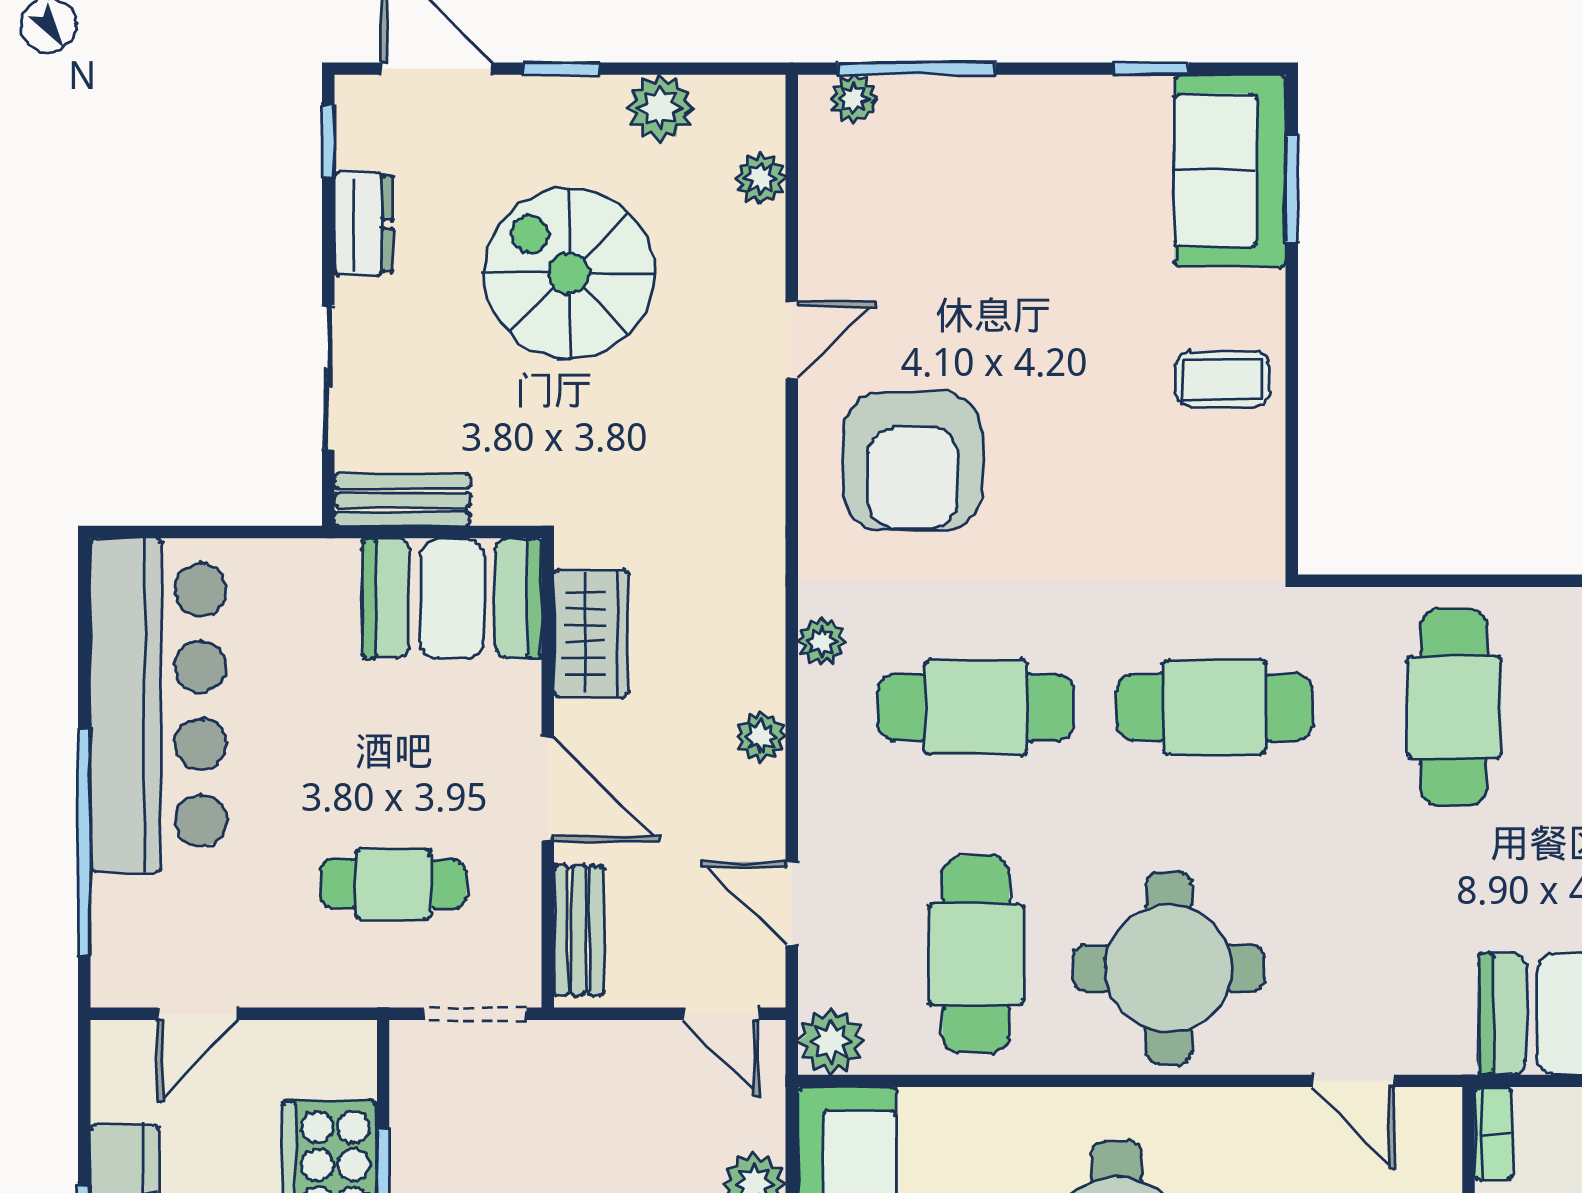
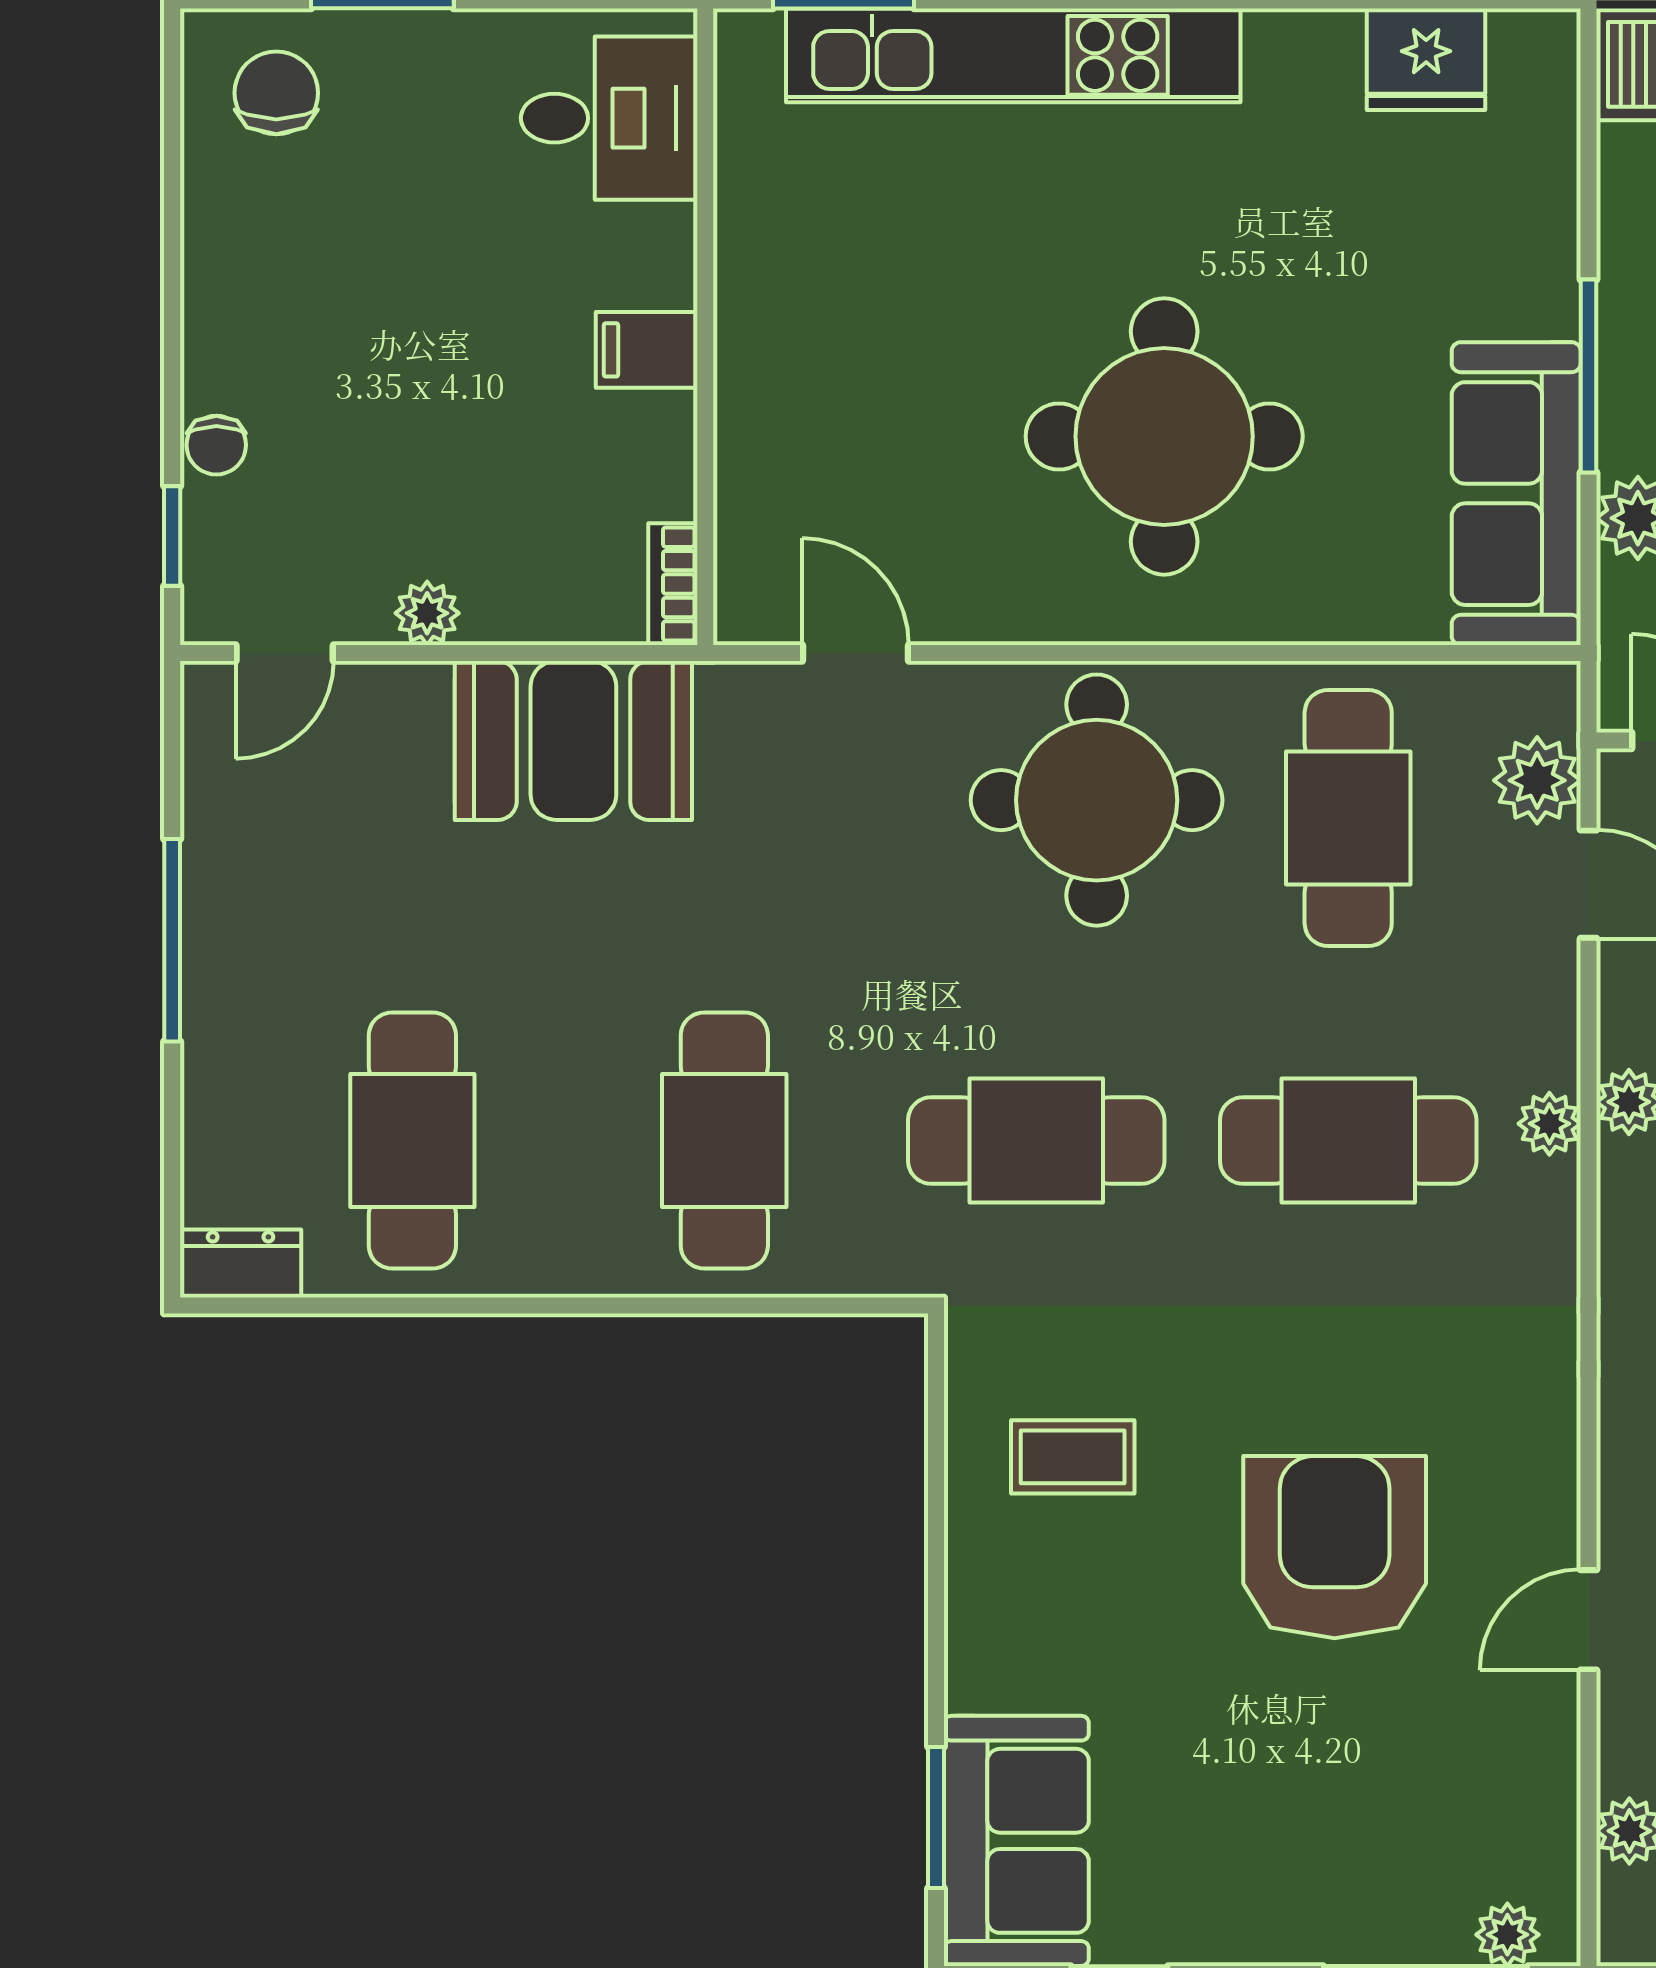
coffee table: (1222, 379) -> (1073, 1457), moved
armchair: (913, 461) -> (1335, 1547), moved
plant: (822, 641) -> (1549, 1124), moved
plant: (831, 1042) -> (1537, 780), moved

